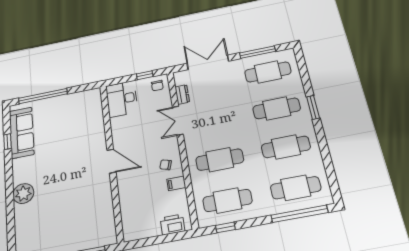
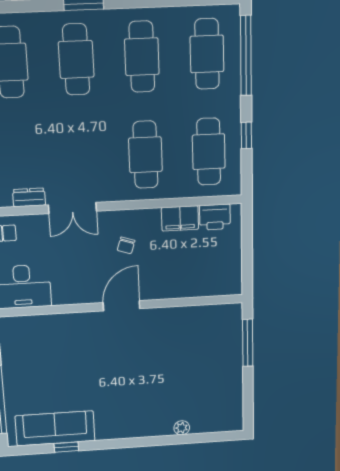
chair: (166, 165) -> (126, 245), moved
filing cabinet: (176, 183) -> (180, 218), width x2.00
plant: (23, 194) -> (182, 428), moved, width x0.53, depth x0.53
printer: (172, 225) -> (215, 217), moved, turned -90
window: (225, 227) -> (246, 135), moved

